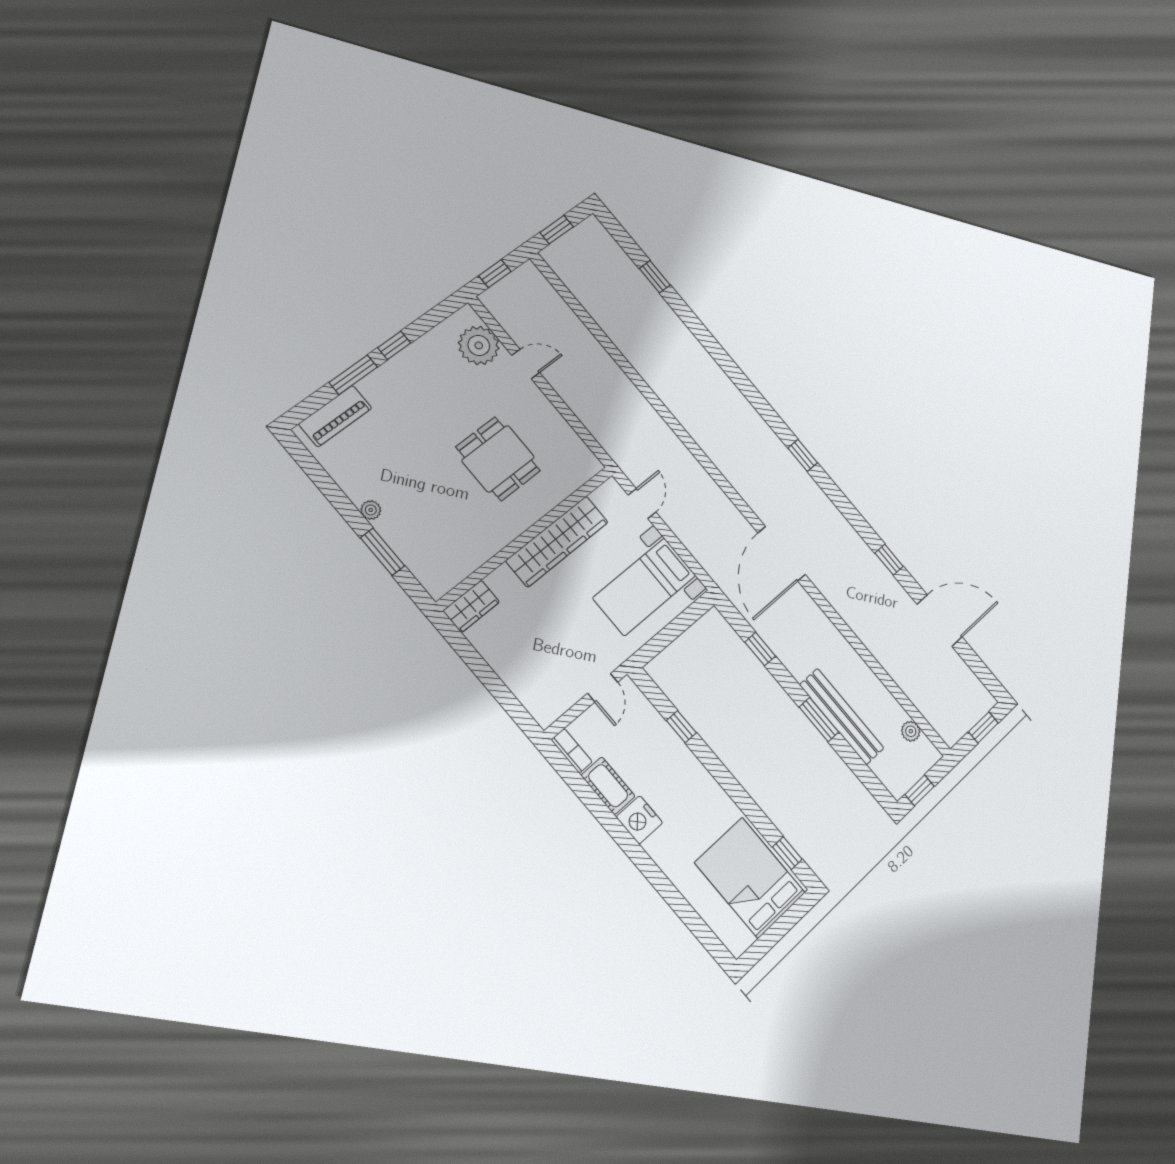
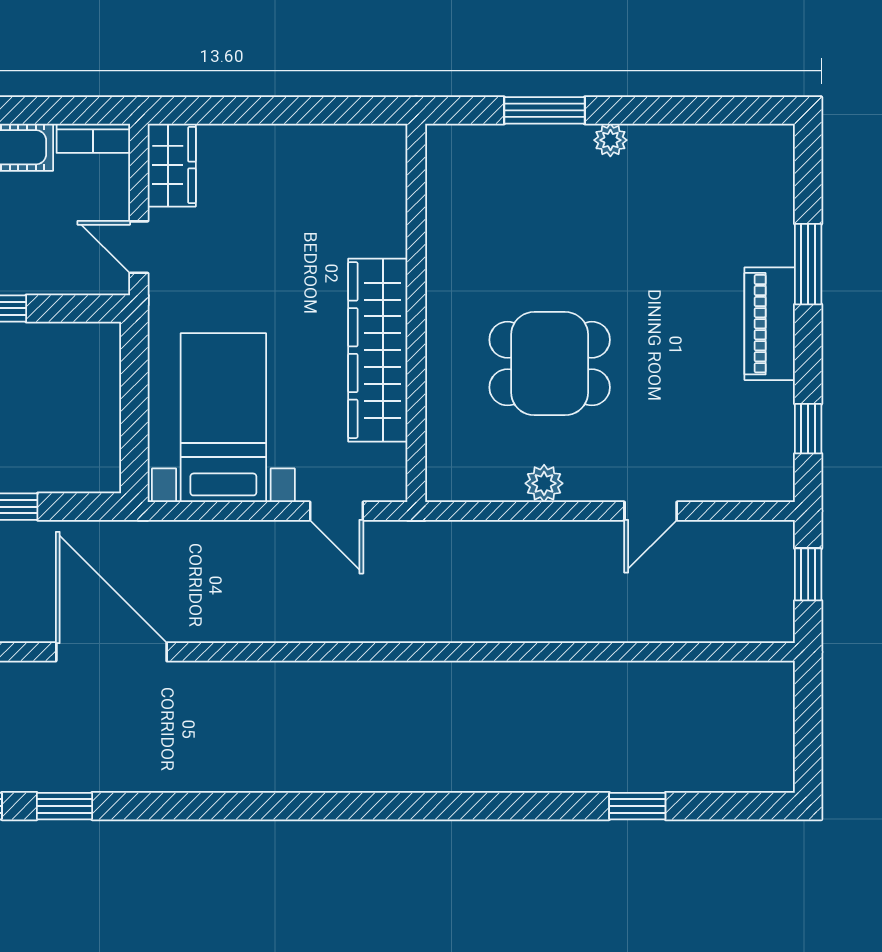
window: (557, 230) -> (808, 717), removed
window: (394, 345) -> (808, 429), moved
plant: (479, 345) -> (544, 483), moved, width x0.53, depth x0.53
piano: (335, 416) -> (770, 324), moved
window: (803, 455) -> (64, 806), moved
wardrobe: (471, 606) -> (172, 165), moved, turned 180

